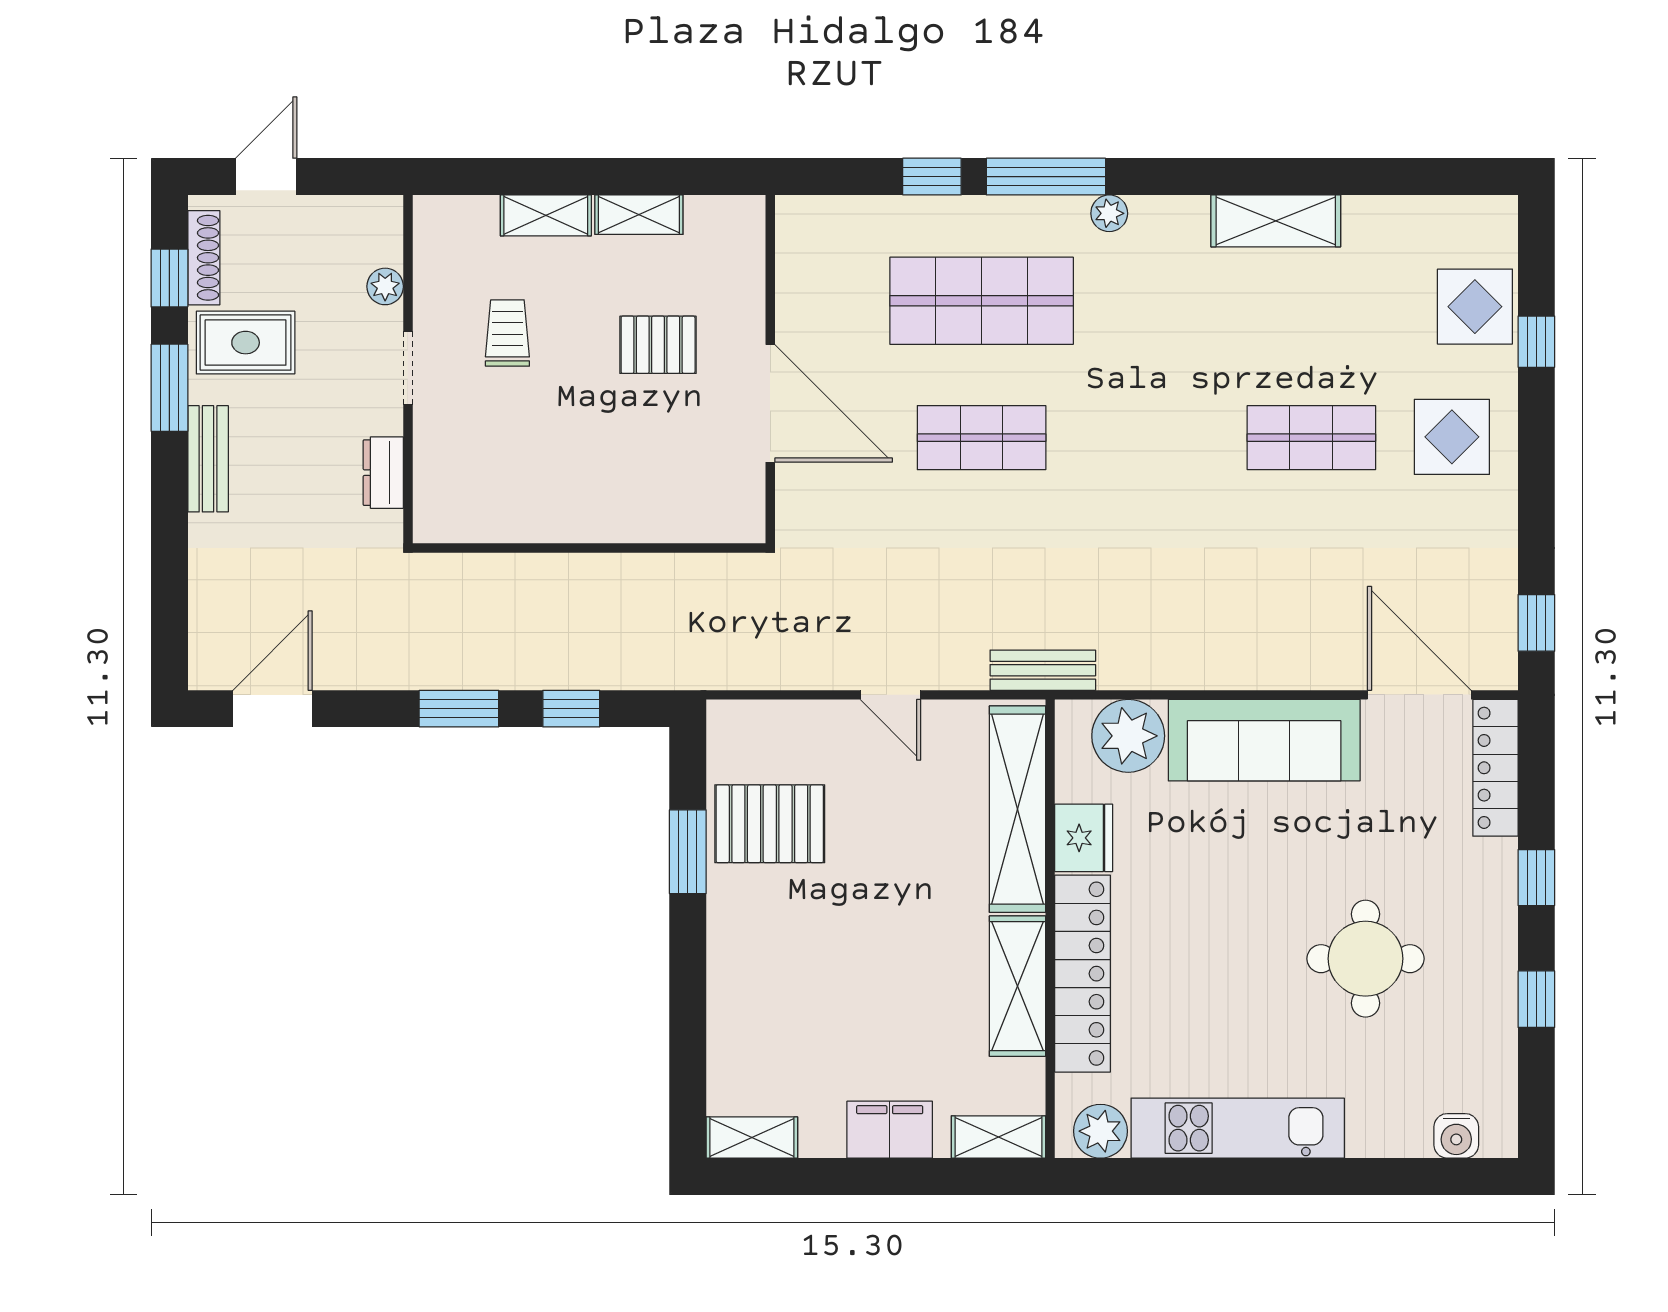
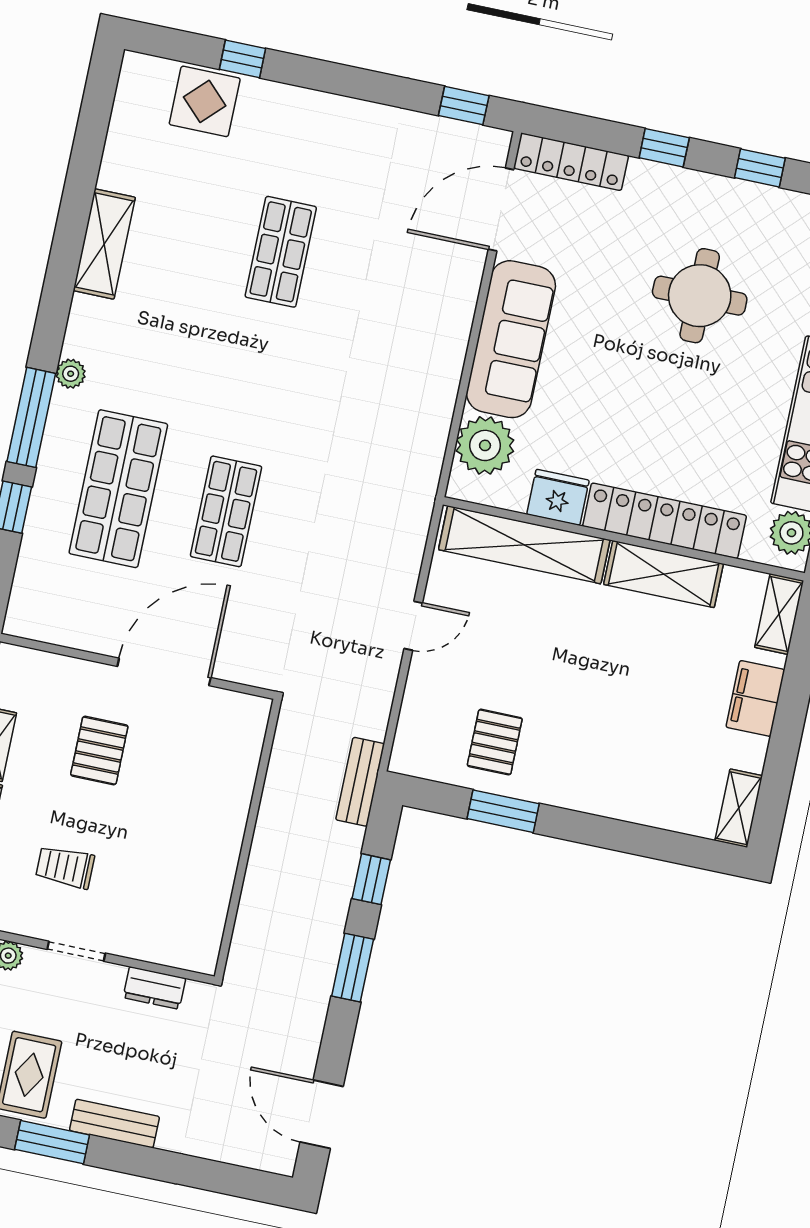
display table: (1452, 437) -> (303, 141), removed
bench: (1043, 670) -> (360, 782), moved
pallet: (770, 824) -> (495, 742), width x0.67, depth x0.71

